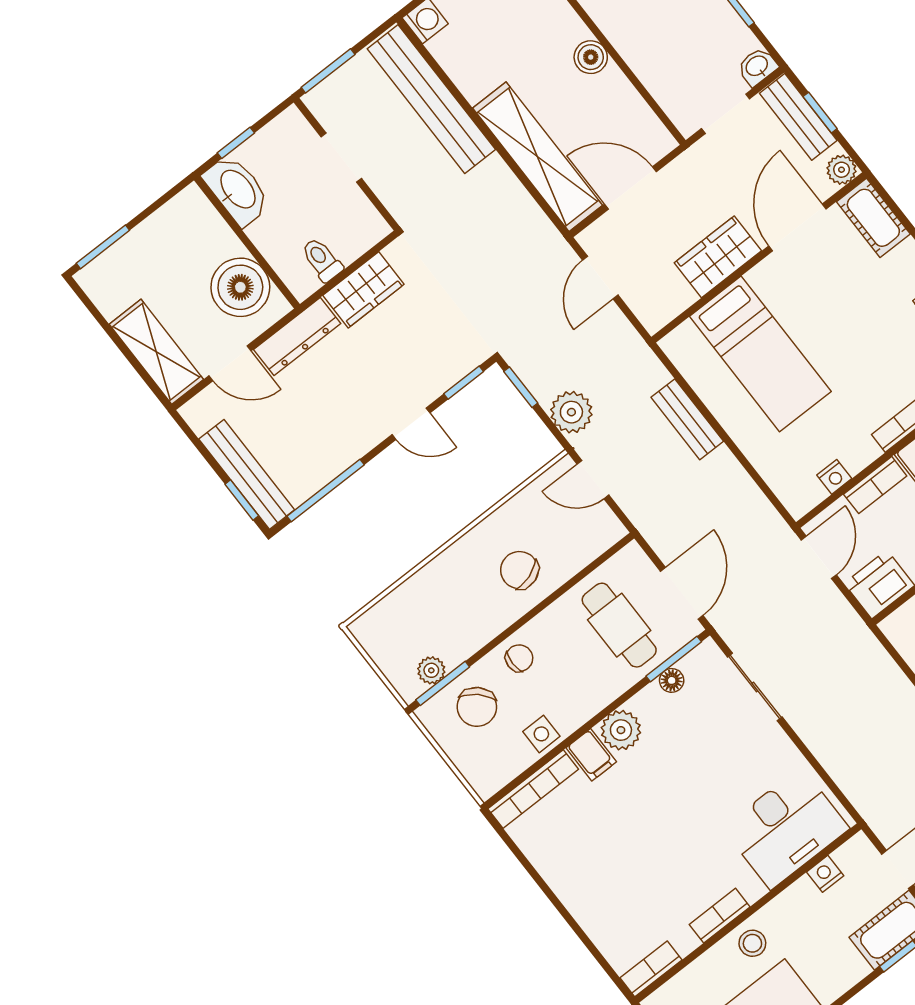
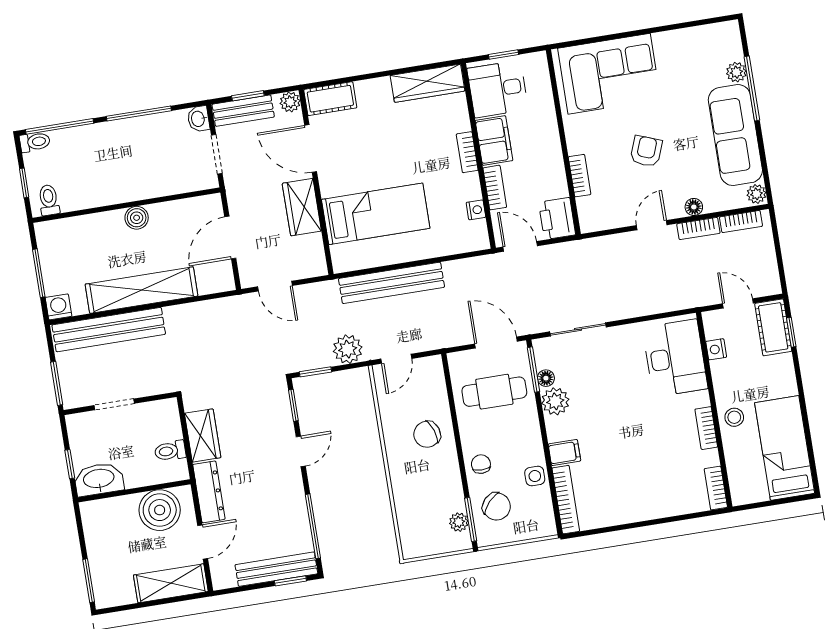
shelving: (538, 157) -> (141, 290), moved
bench: (687, 419) -> (391, 283), width x1.86, depth x1.21
plant: (621, 730) -> (555, 401), moved

